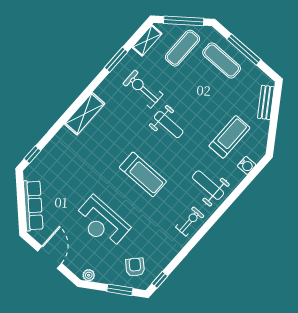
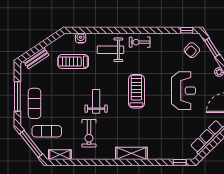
window: (116, 60) -> (86, 162), removed
weight bench: (208, 185) -> (110, 50), turned 90

